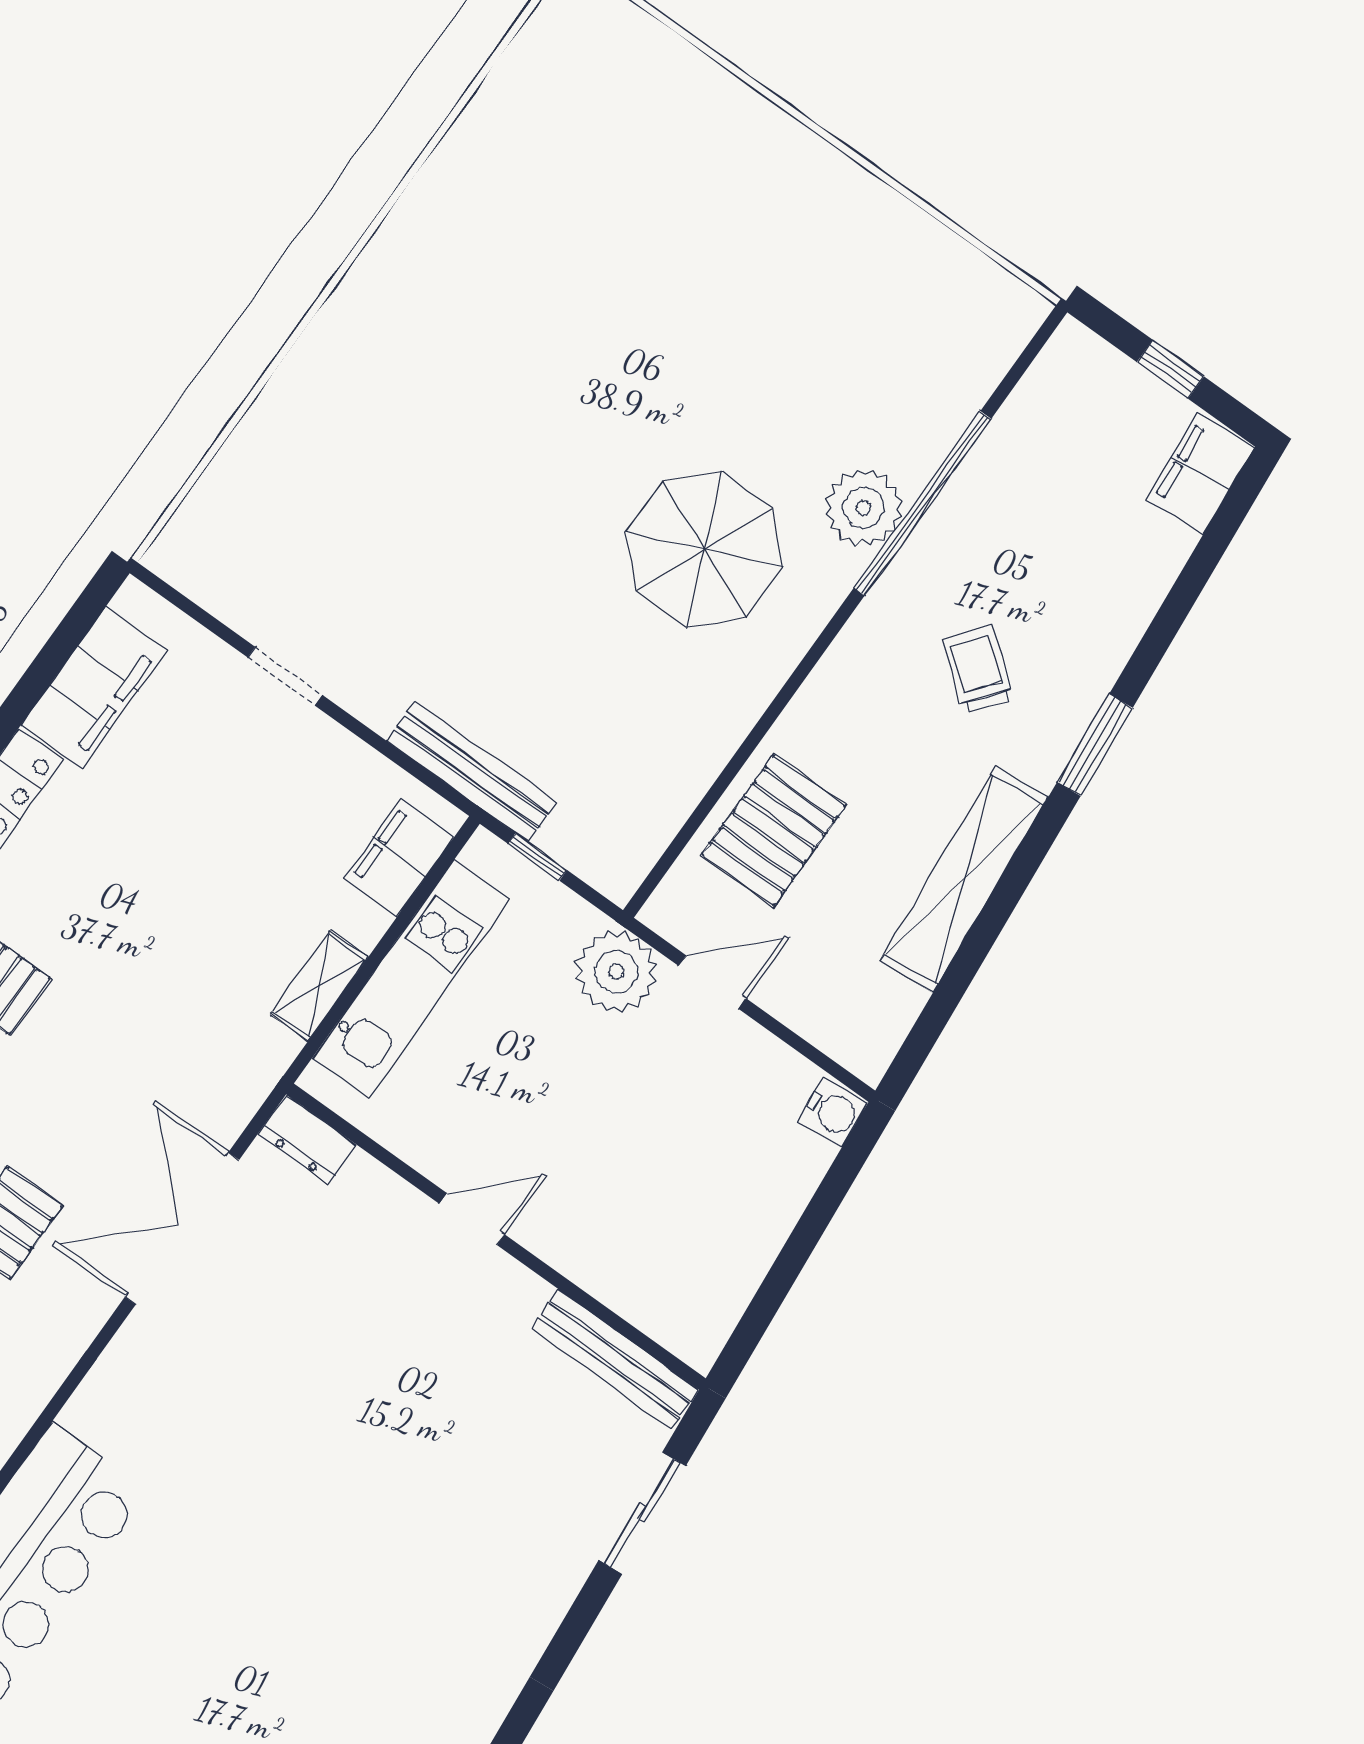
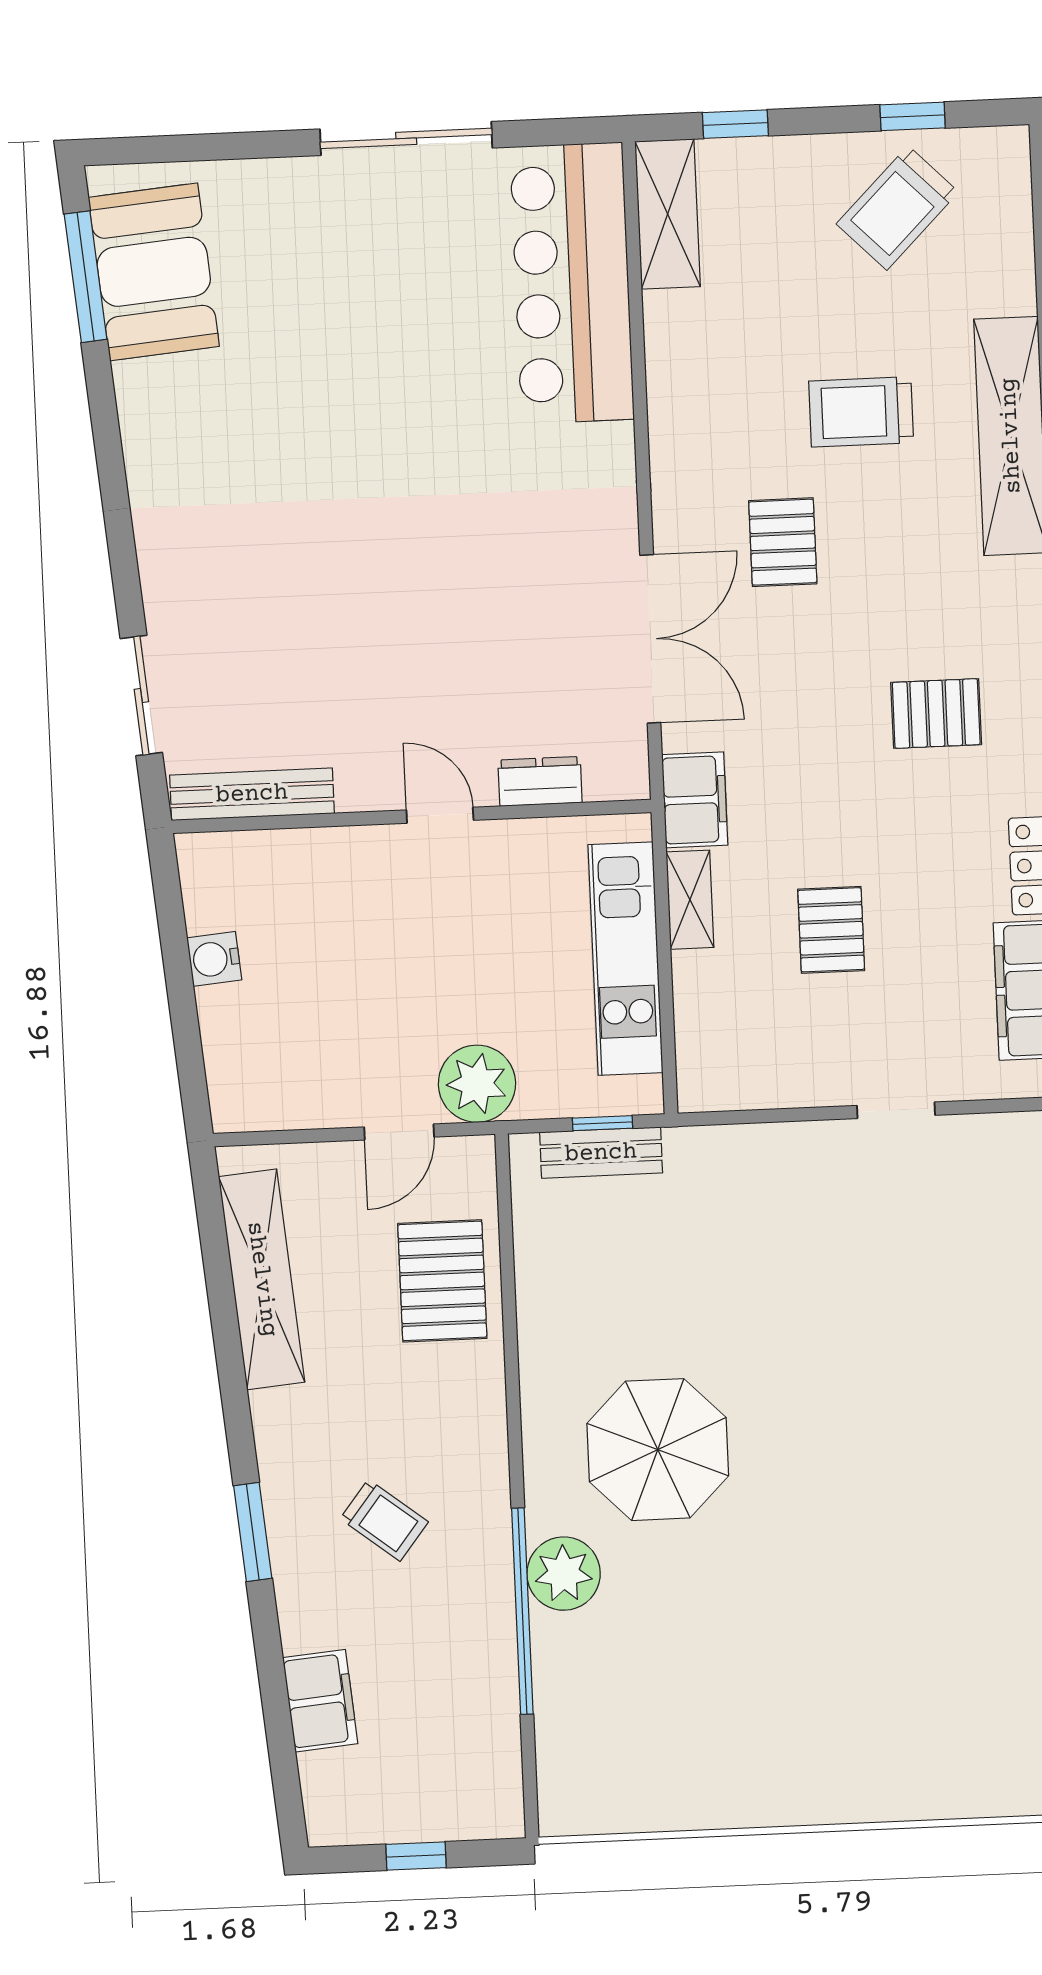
filing cabinet: (1200, 473) -> (320, 1701), moved
bench: (471, 772) -> (601, 1153), moved, width x0.73
filing cabinet: (399, 857) -> (695, 800), moved
pallet: (221, 869) -> (831, 930), added
shelving: (964, 879) -> (262, 1279), moved
water cooler: (833, 1112) -> (214, 959), moved
dresser: (307, 1139) -> (540, 781), moved
door: (472, 1219) -> (440, 815), swing flipped

